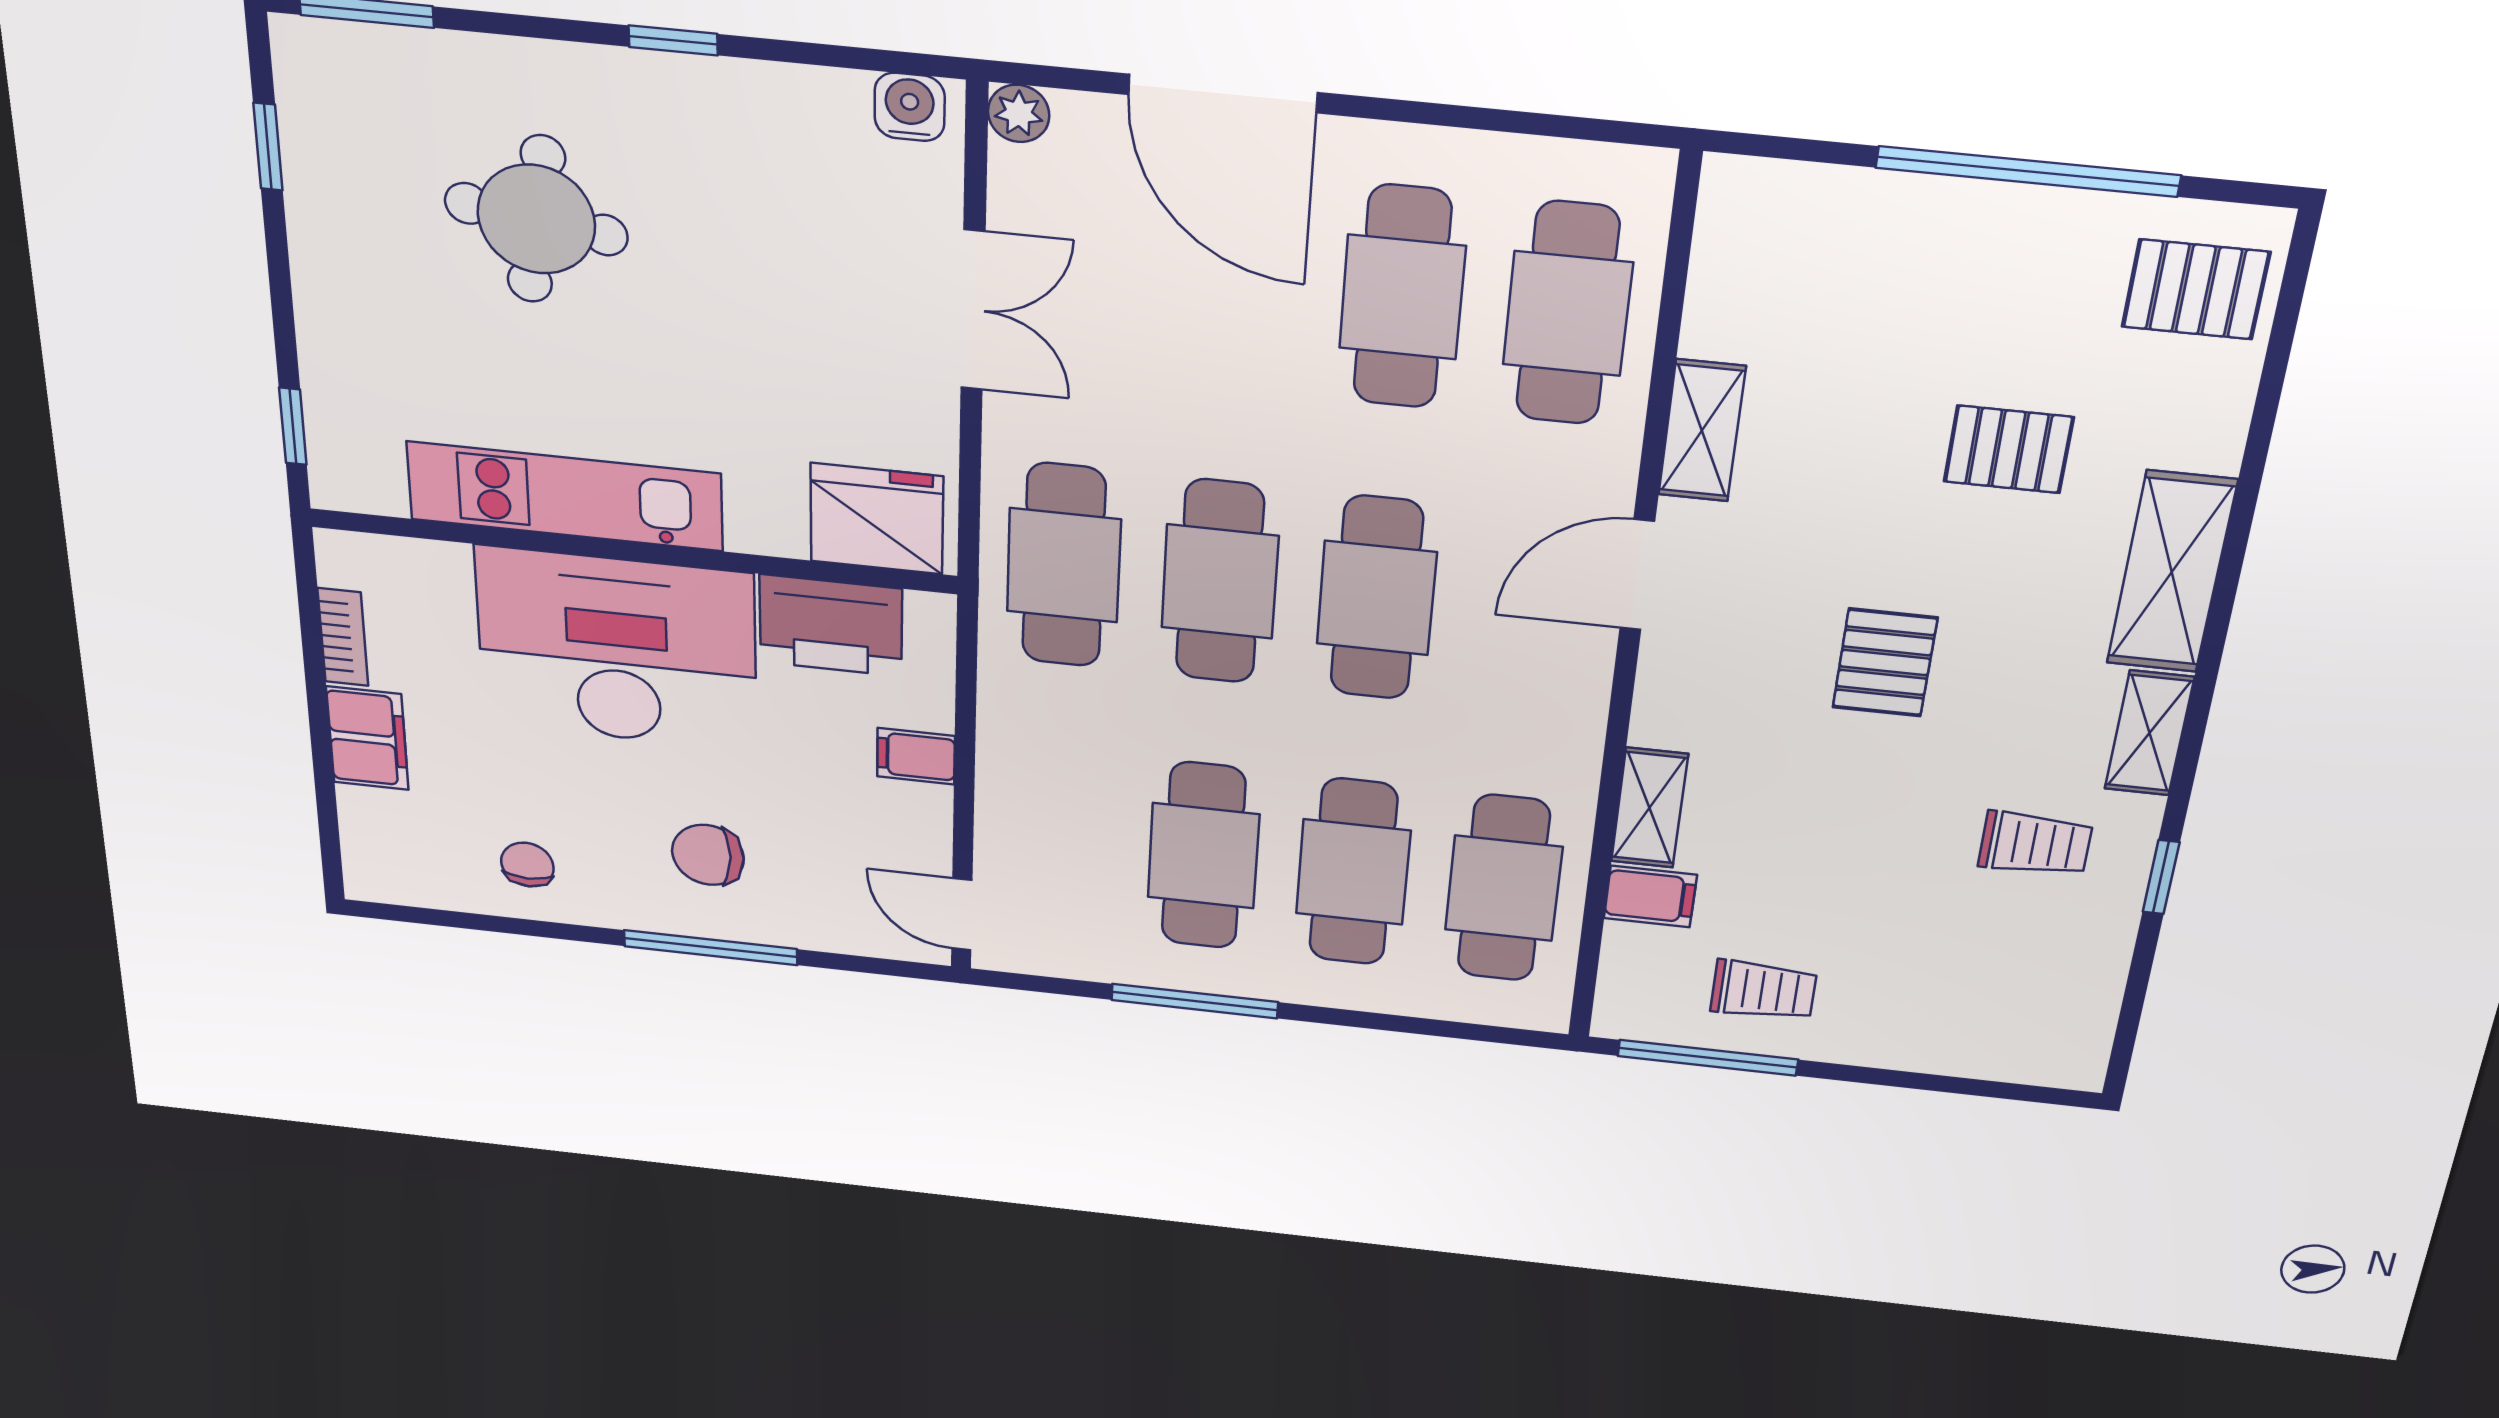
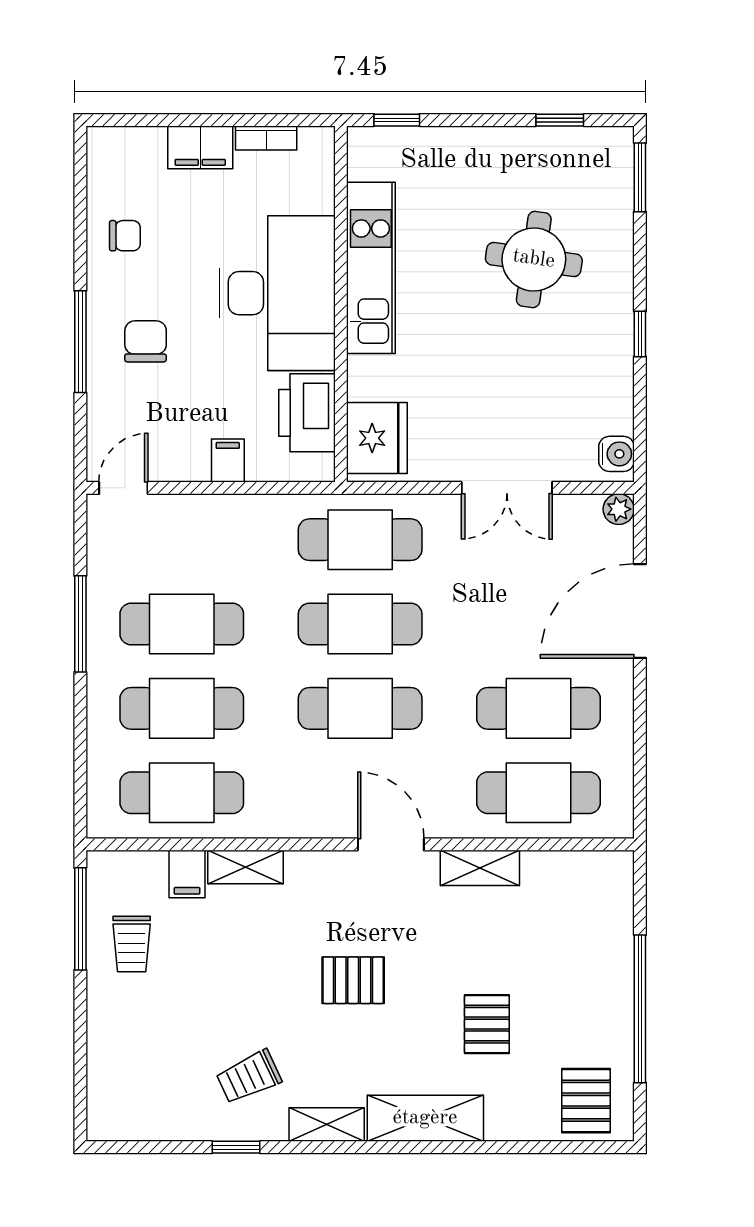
trolley: (2035, 844) -> (249, 1077), turned 65

